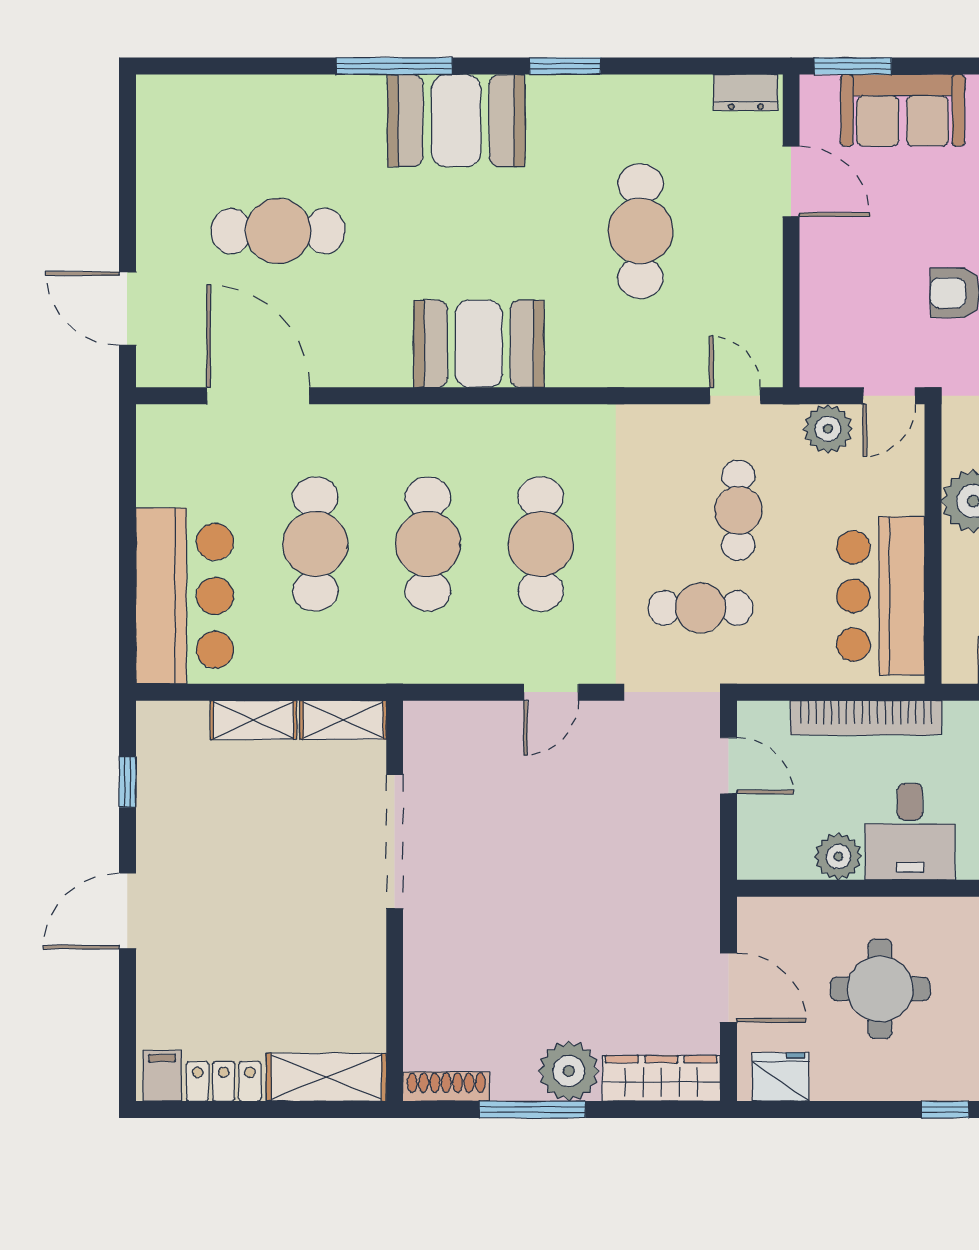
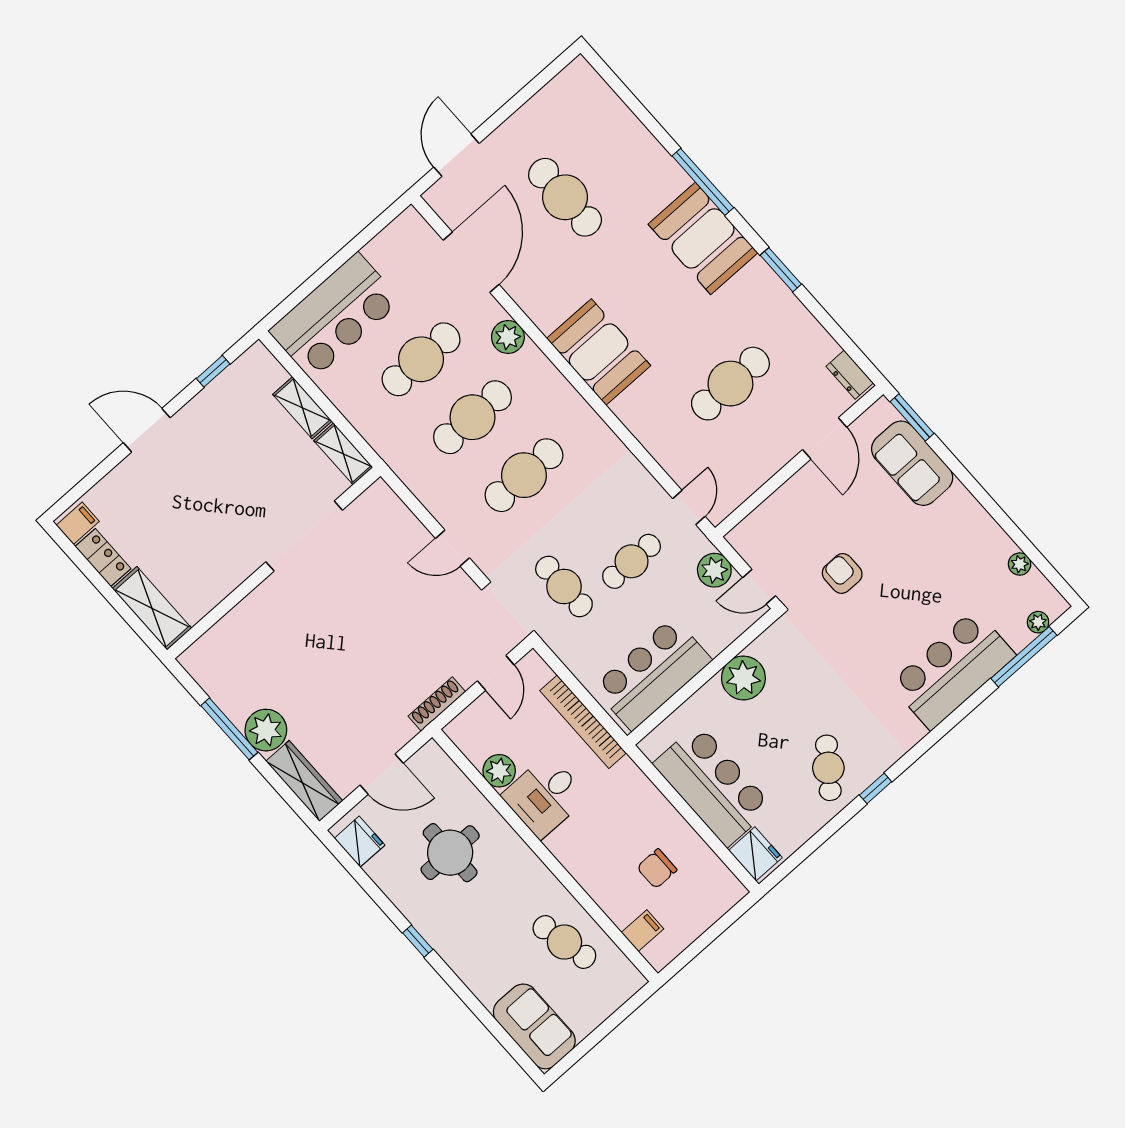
plant: (375, 428) -> (508, 337), added
door: (729, 988) -> (382, 774), hinge flipped
shoe rack: (446, 1086) -> (437, 704), moved, turned -90

